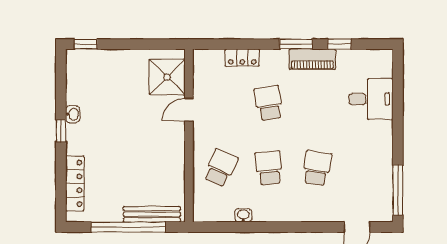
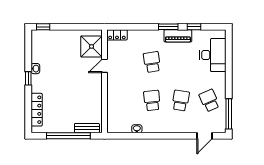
locker: (242, 58) -> (117, 35), moved
desk: (371, 99) -> (213, 55), width x1.37
school desk: (221, 168) -> (209, 101), moved, turned -48
bench: (152, 214) -> (87, 128), width x0.73

